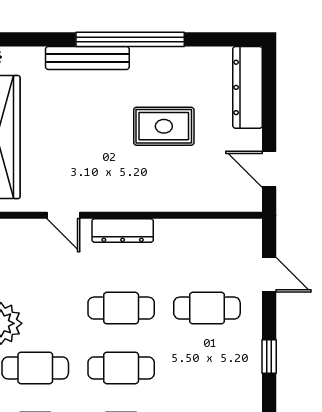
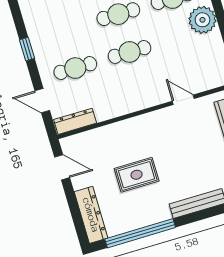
window: (130, 39) -> (140, 233), moved
dresser: (123, 231) -> (75, 121), moved

